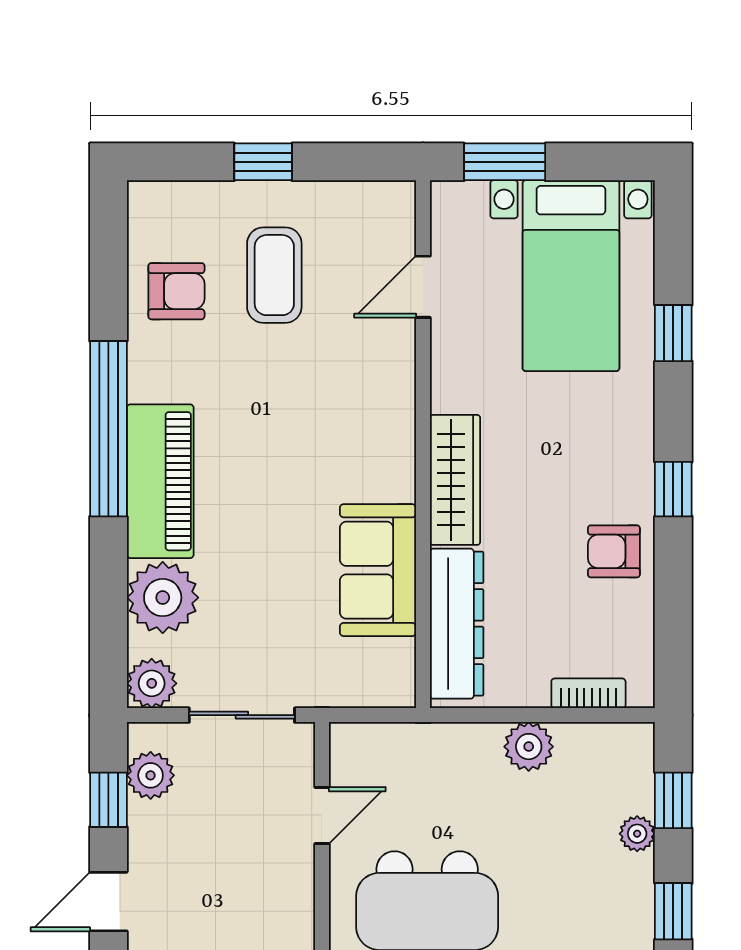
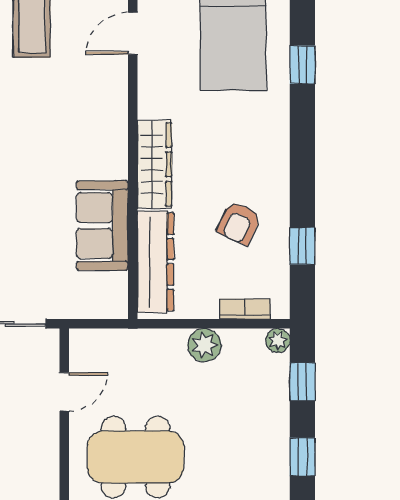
window: (673, 489) -> (302, 246), moved
armchair: (614, 551) -> (239, 223), moved, turned -65
plant: (637, 834) -> (278, 341), moved

